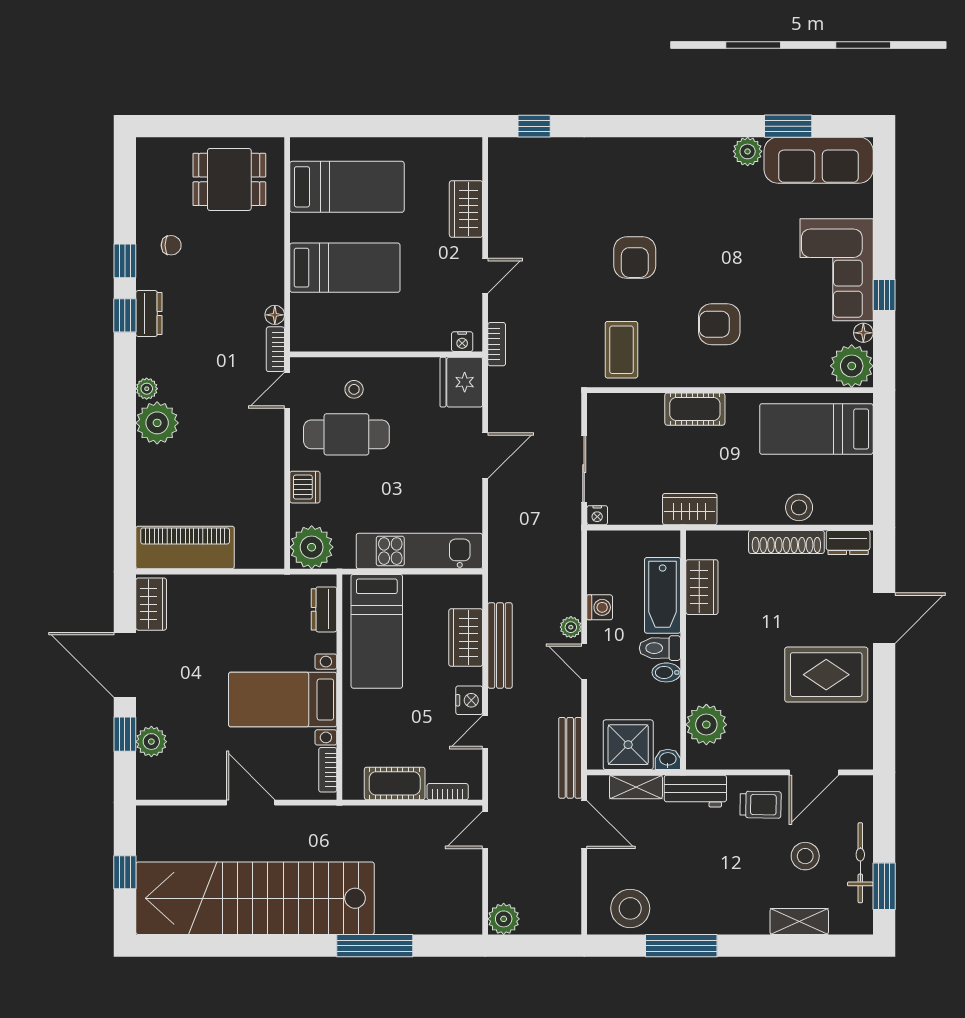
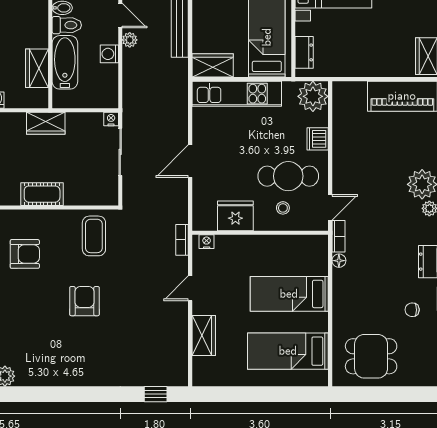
fridge: (461, 382) -> (235, 216), moved, turned -90
wardrobe: (466, 638) -> (213, 65), moved, turned -90

